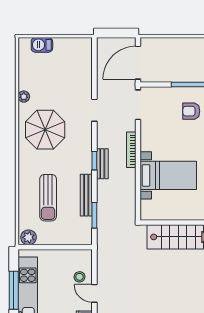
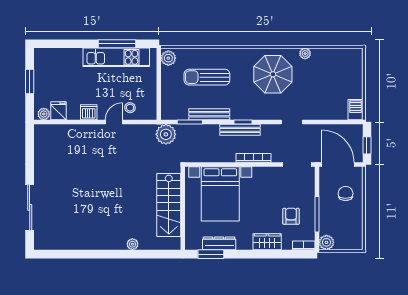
window: (118, 33) -> (367, 145), added
barbecue: (42, 45) -> (355, 110), moved
chair: (168, 55) -> (346, 193), added
bench: (102, 164) -> (240, 130), width x1.36
bed with nightstands: (168, 175) -> (220, 194), width x1.36
plant: (107, 240) -> (166, 134), added

